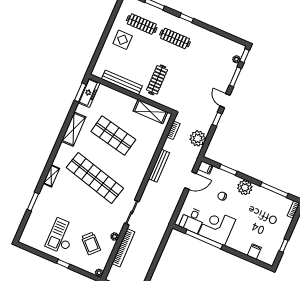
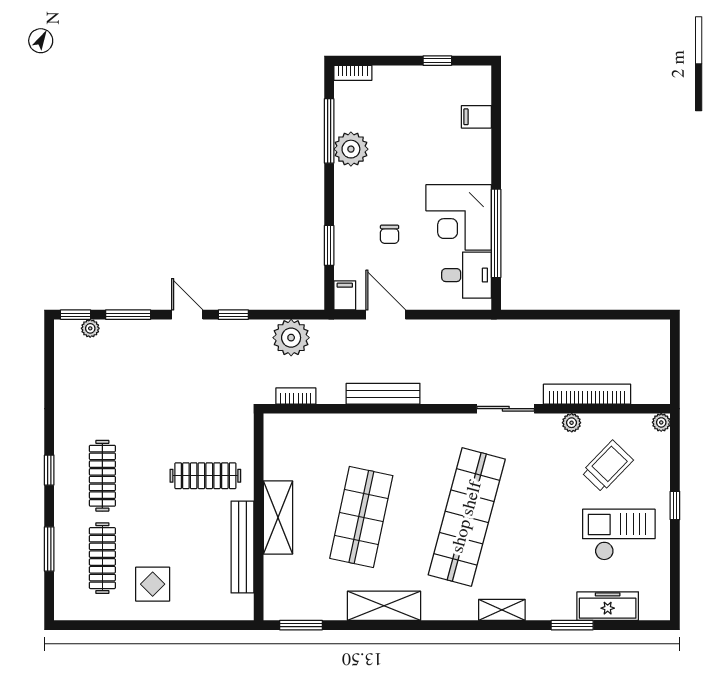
freezer: (89, 93) -> (608, 606), moved
door: (225, 101) -> (187, 315), swing flipped
shelving: (150, 112) -> (278, 517), moved
plant: (245, 187) -> (351, 149), moved
checkout: (61, 236) -> (619, 535), turned 180

